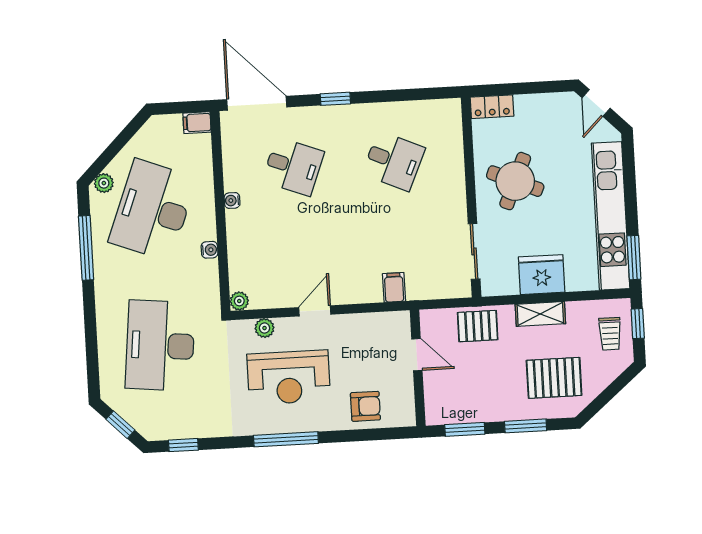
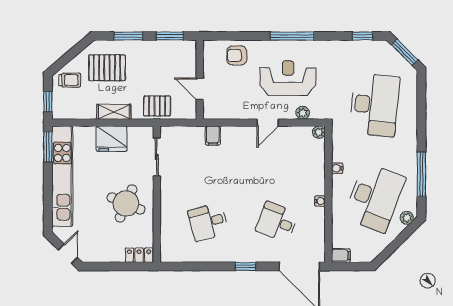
desk: (394, 161) -> (208, 222), turned -39
trolley: (610, 334) -> (70, 80), moved, turned 90
window: (120, 425) -> (405, 52), width x1.50

